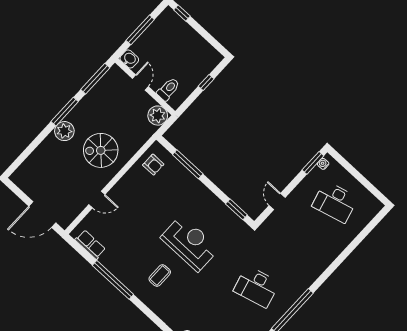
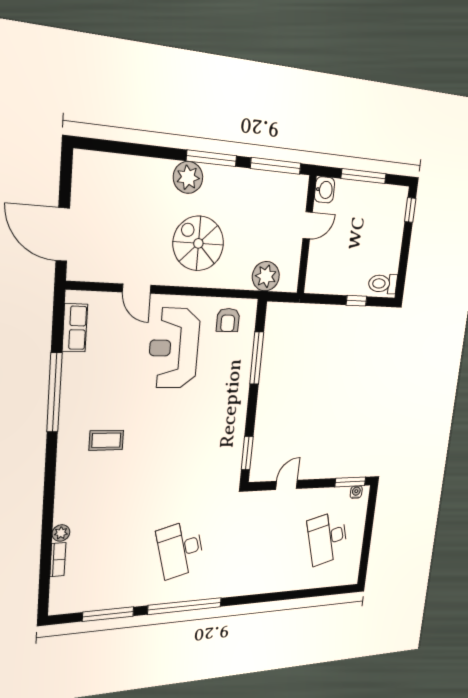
toilet: (168, 89) -> (383, 284), moved, turned 180
plant: (158, 116) -> (266, 276), moved
reception desk: (190, 243) -> (174, 348), moved, turned 180

